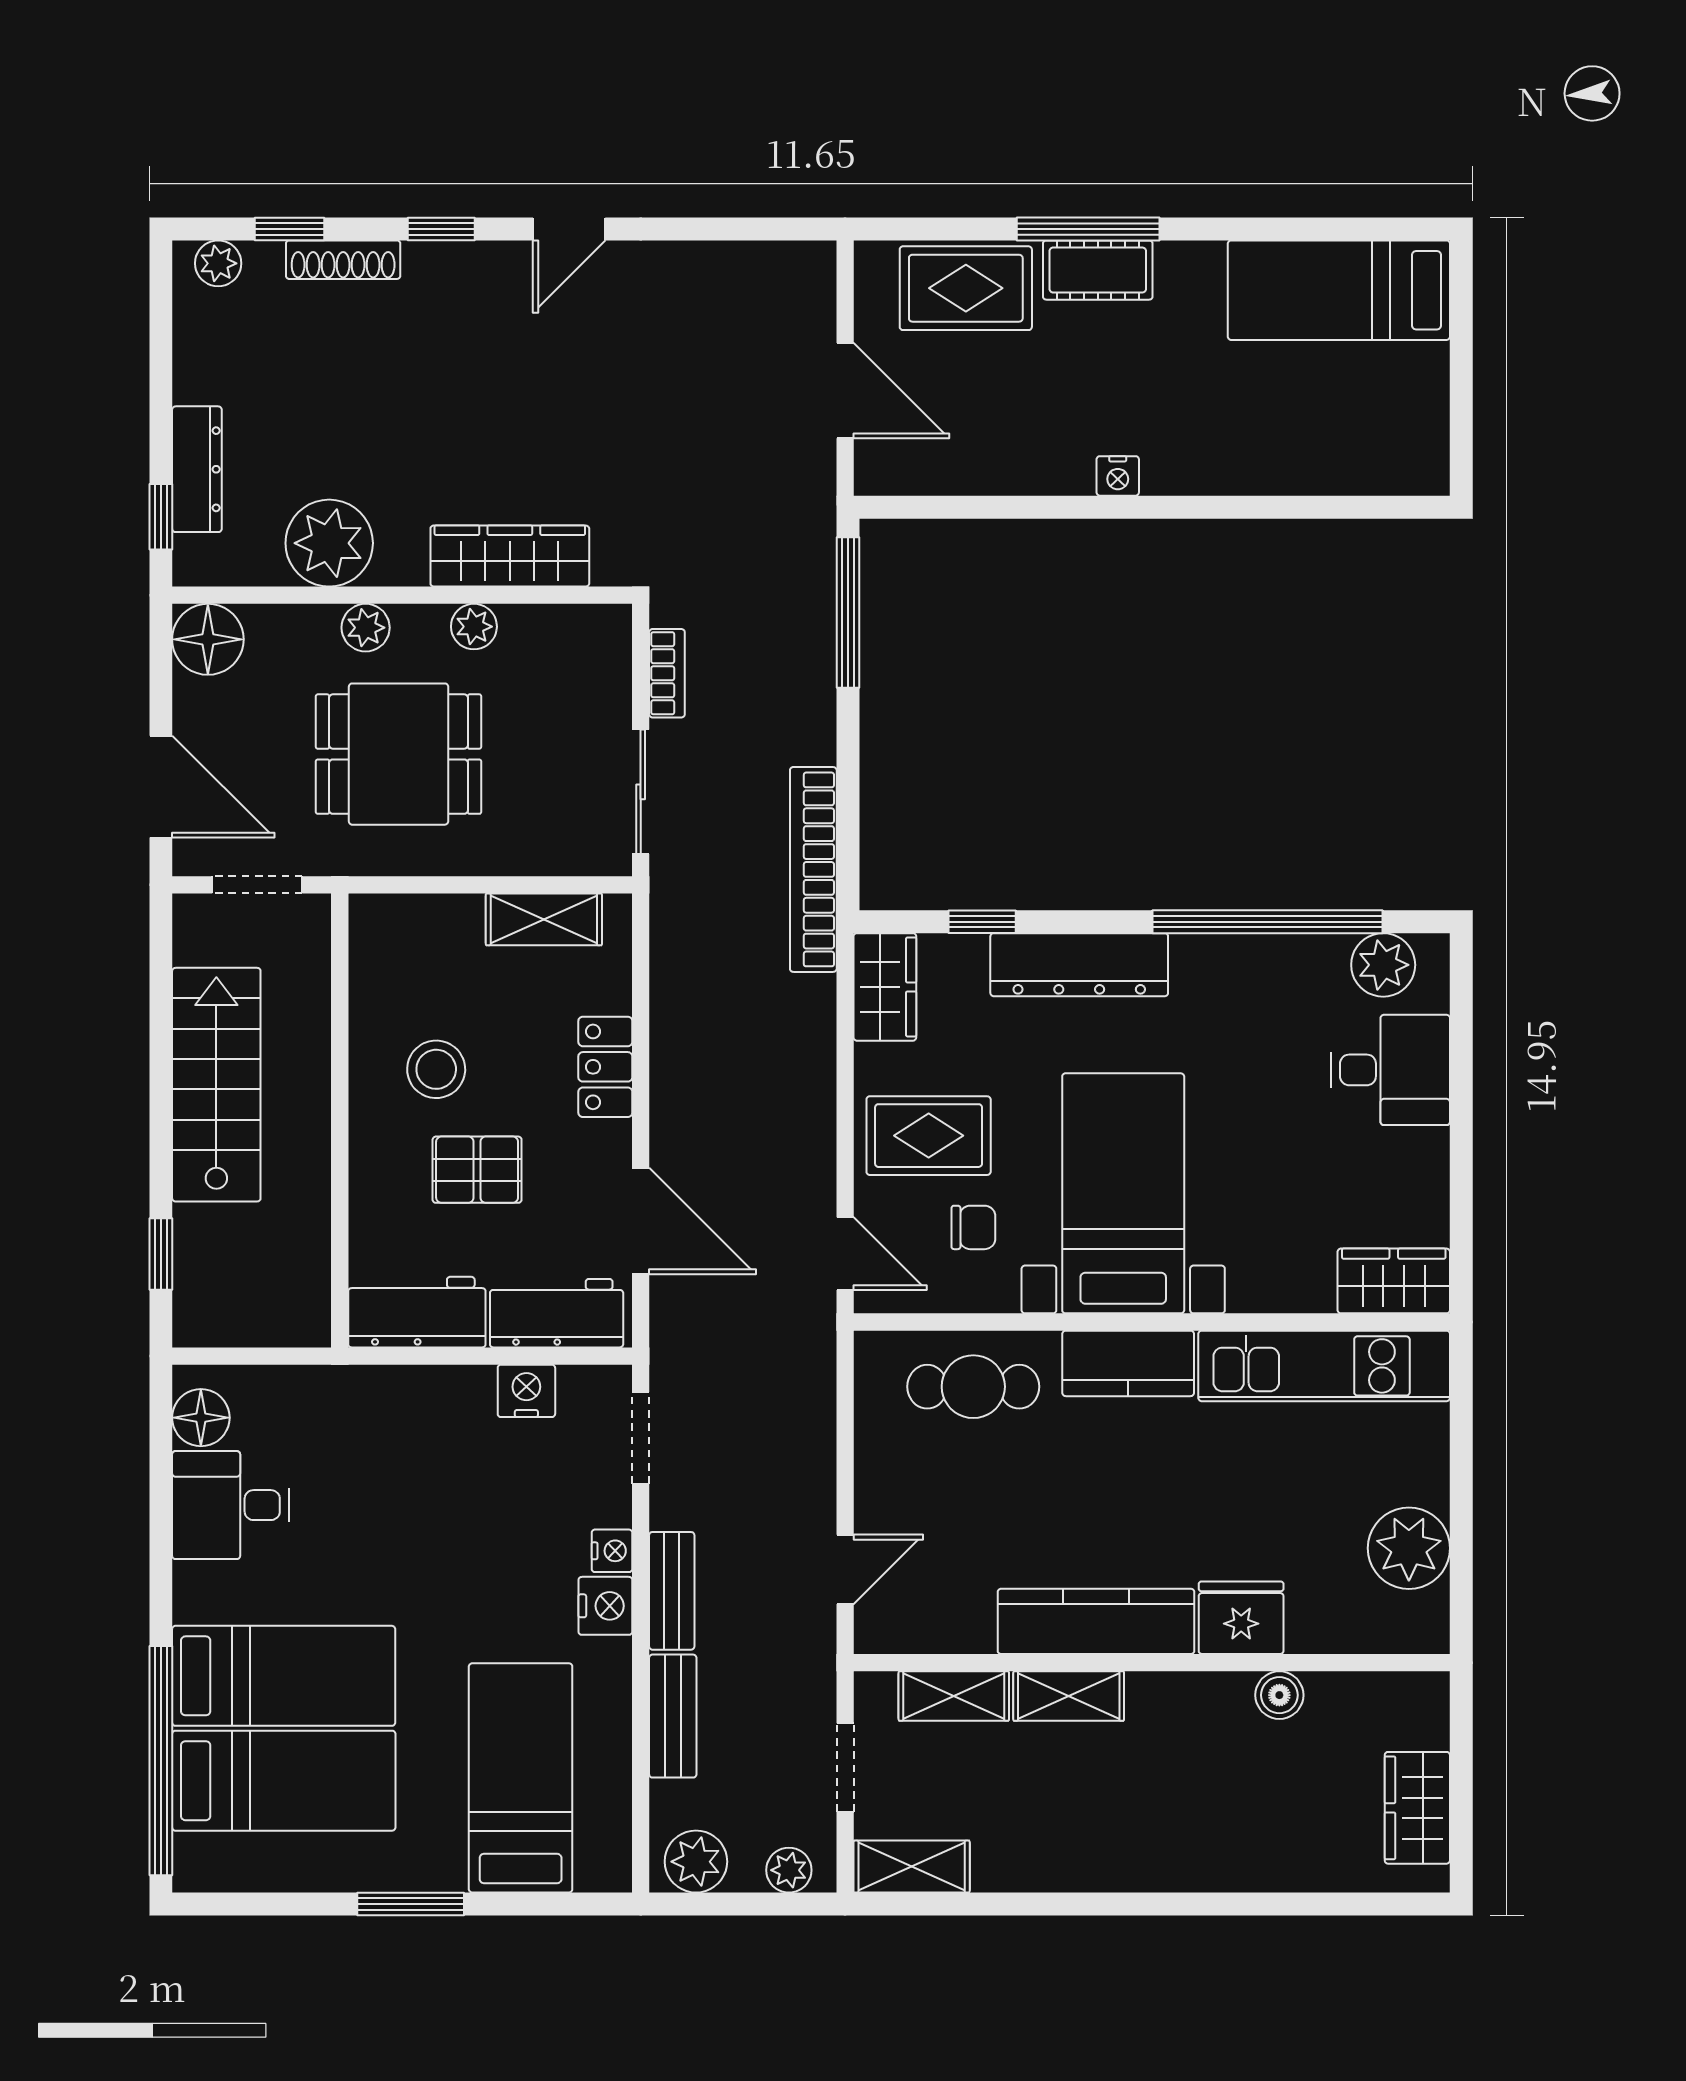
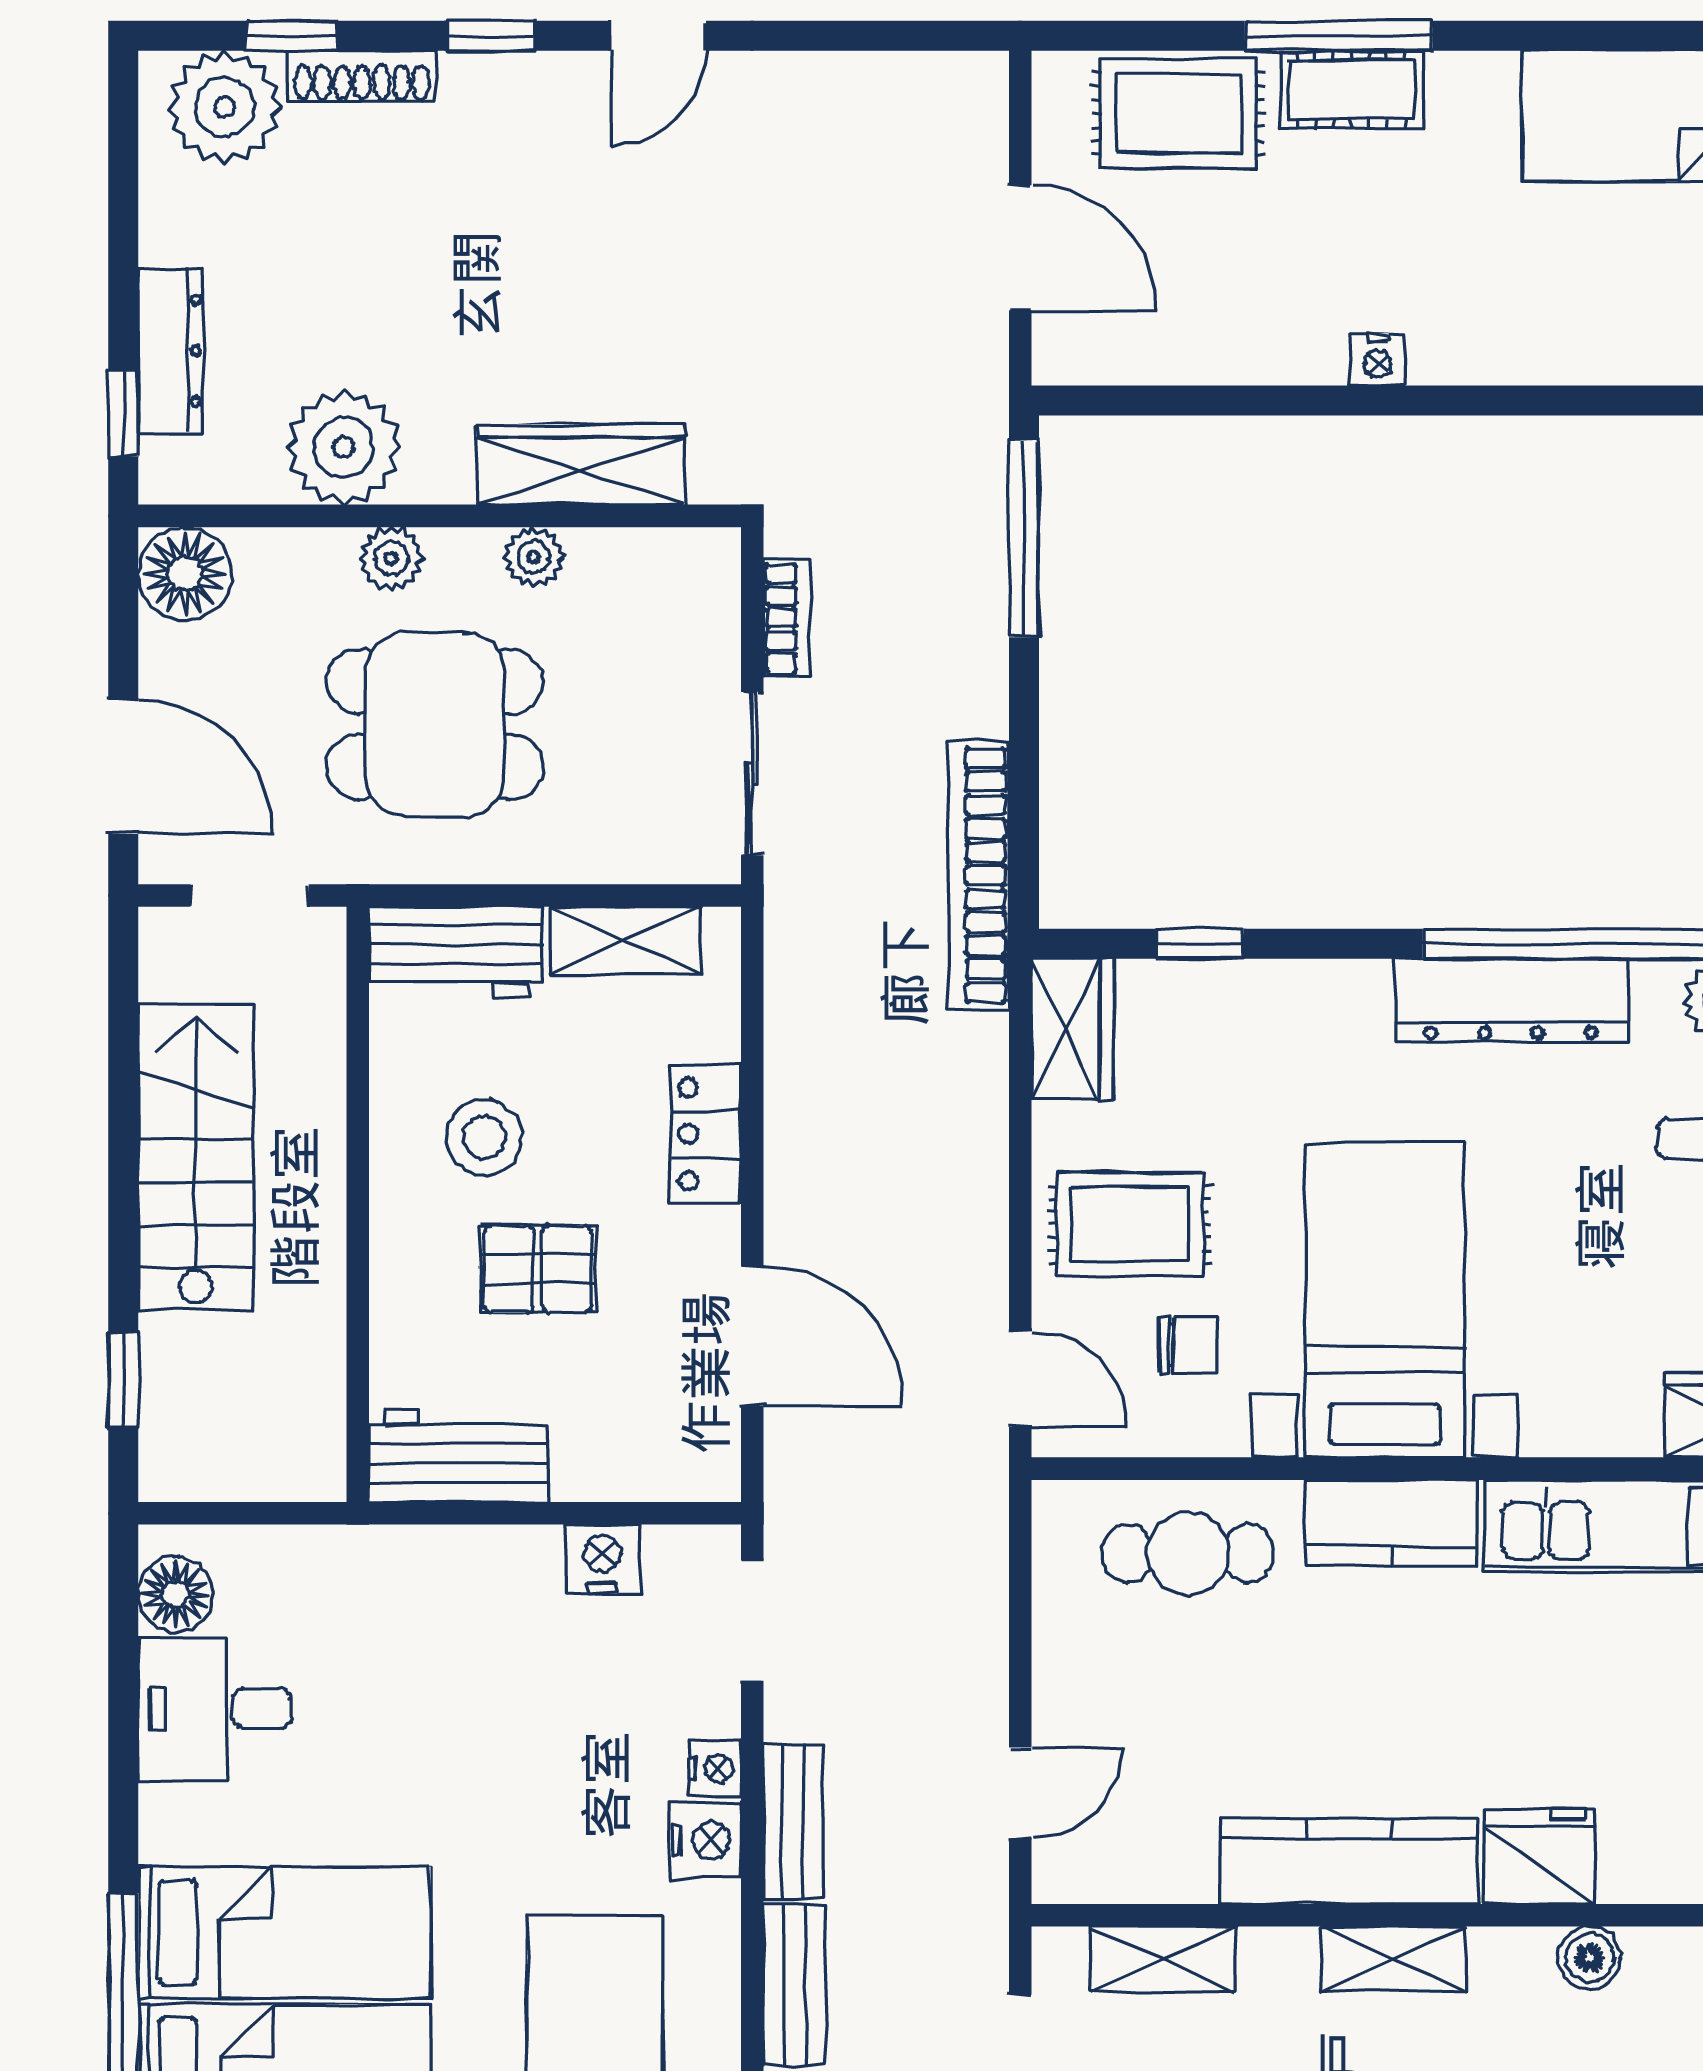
plant: (218, 263) -> (225, 107), width x1.88, depth x1.88
dresser: (1079, 965) -> (1511, 1000), moved
workbench: (557, 1313) -> (456, 952), moved, turned 180
shelving: (1069, 1696) -> (1393, 1959), moved

